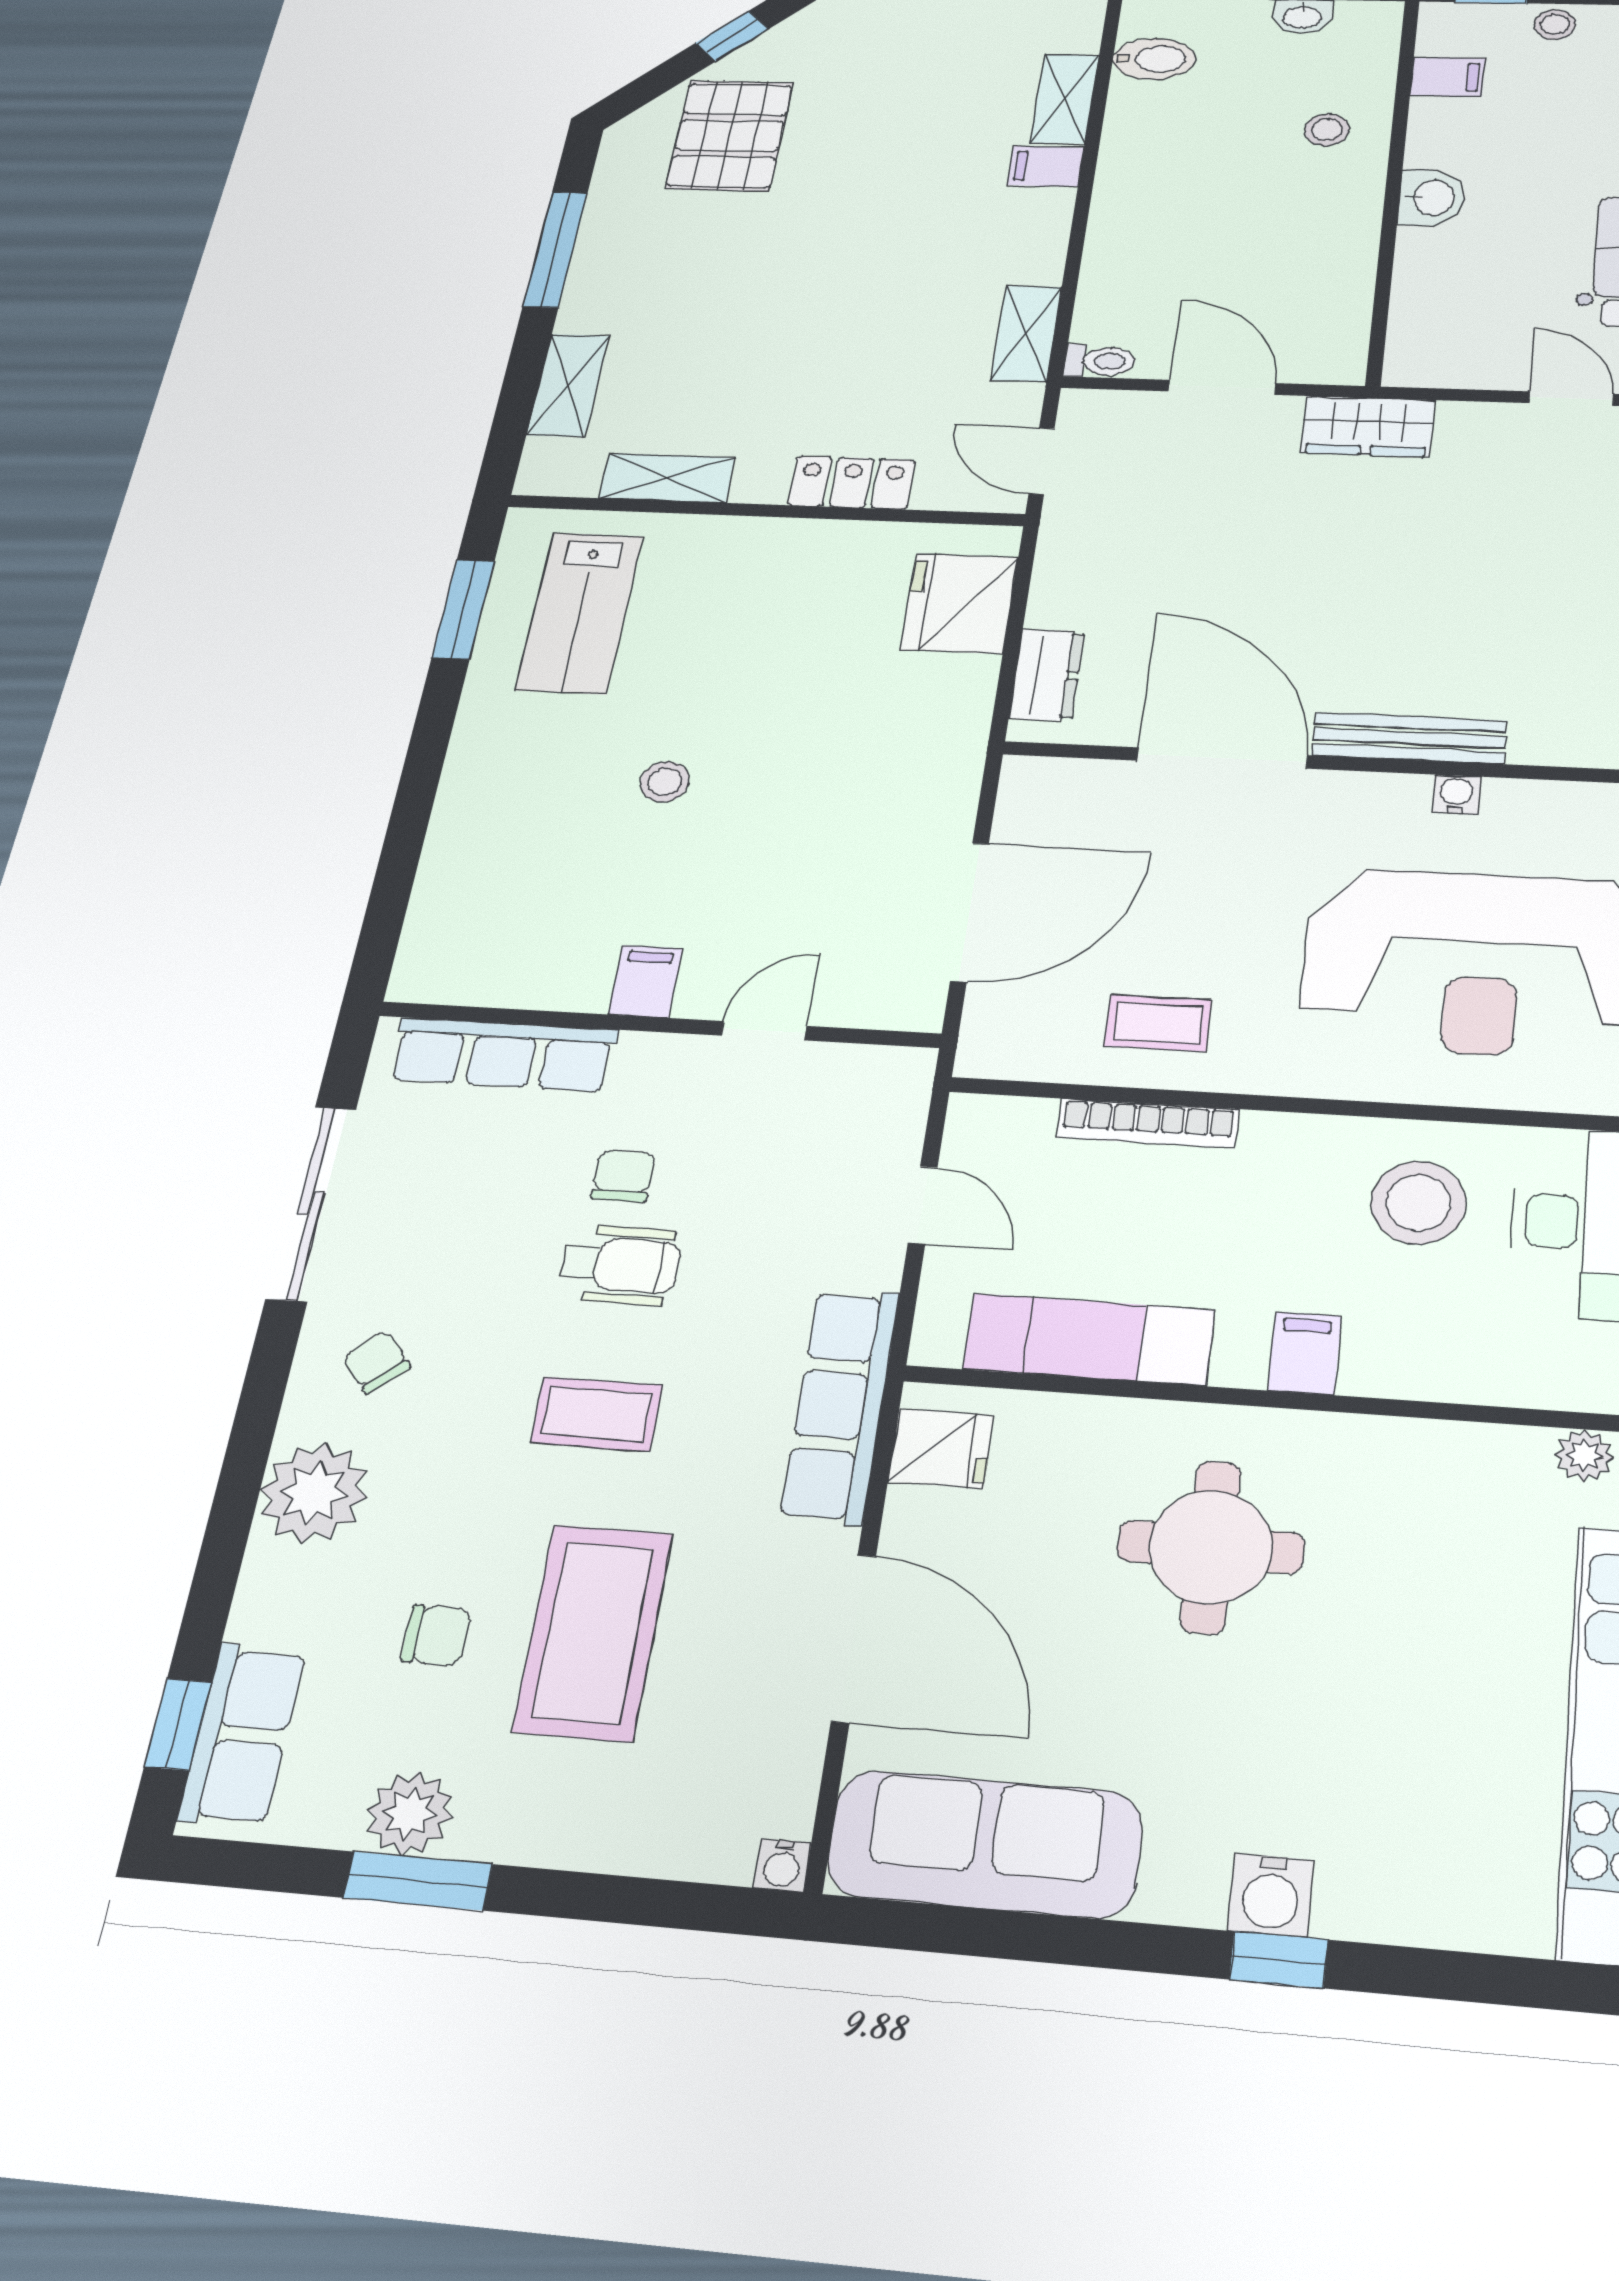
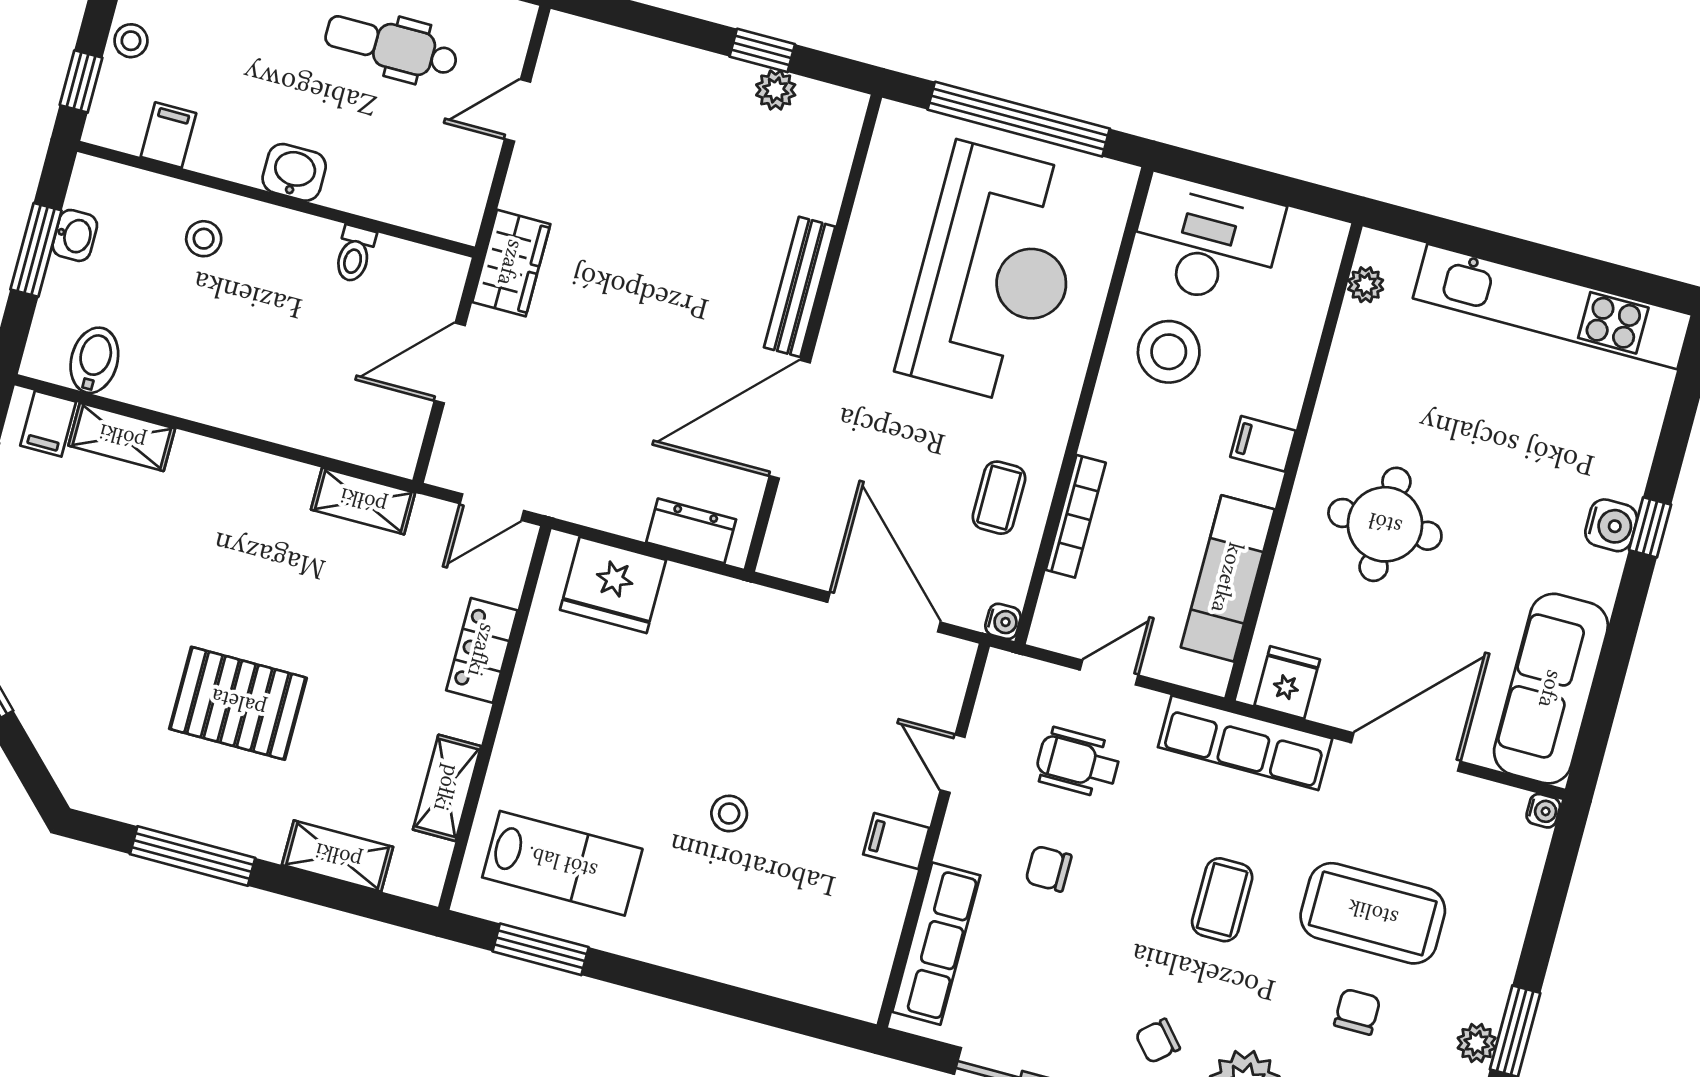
pallet: (729, 136) -> (238, 703), moved
filing cabinet: (1046, 166) -> (48, 424), moved
toilet: (1100, 361) -> (354, 254), moved, turned 180
water cooler: (1456, 794) -> (1003, 621), moved, turned 180
wheelchair: (620, 1265) -> (1078, 763), moved, turned -90
plant: (410, 1813) -> (1477, 1043), width x0.73, depth x0.73

